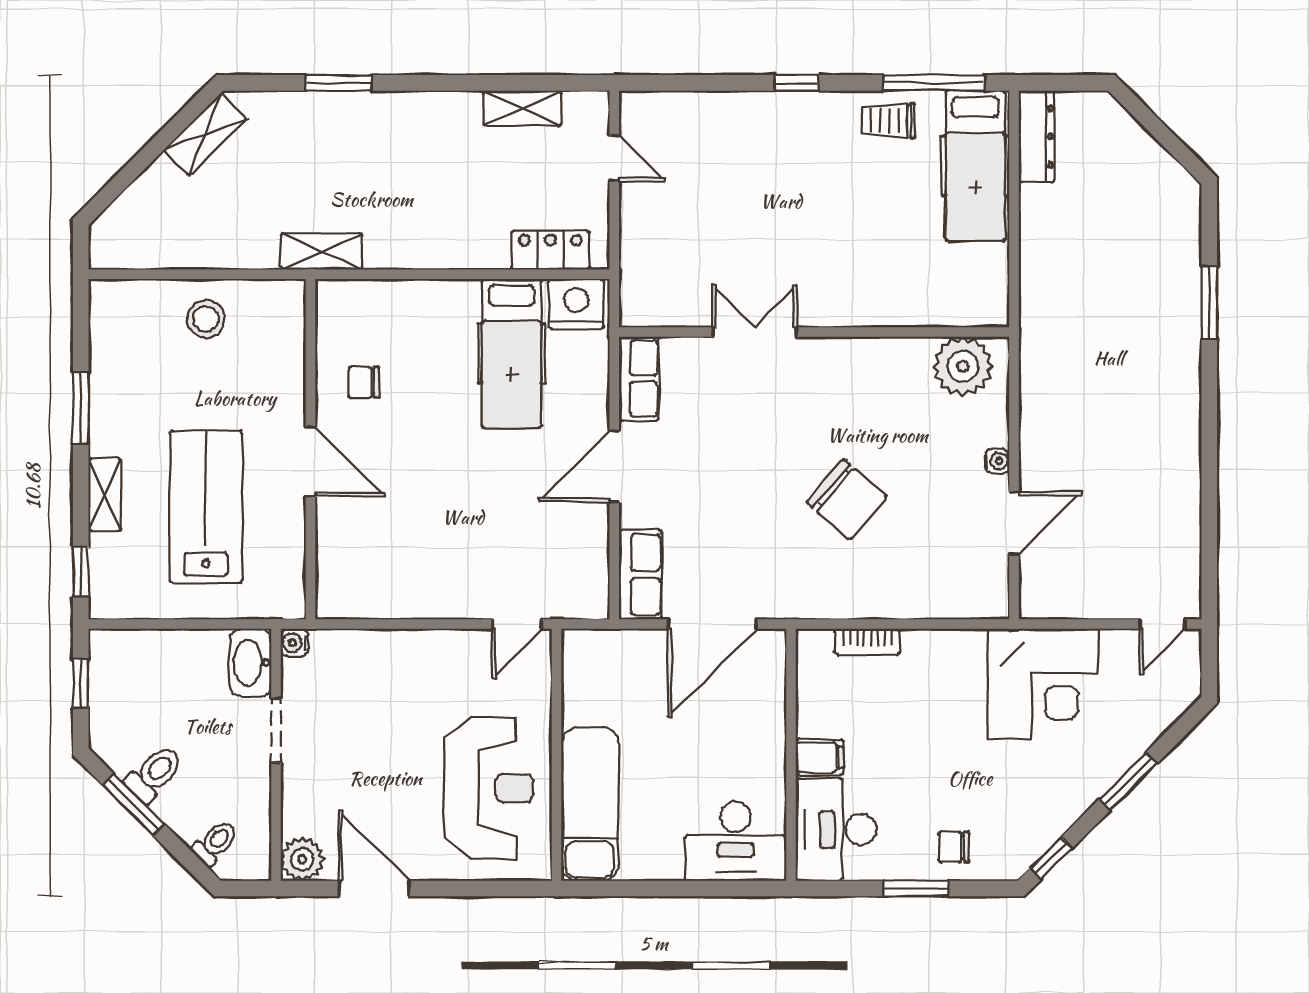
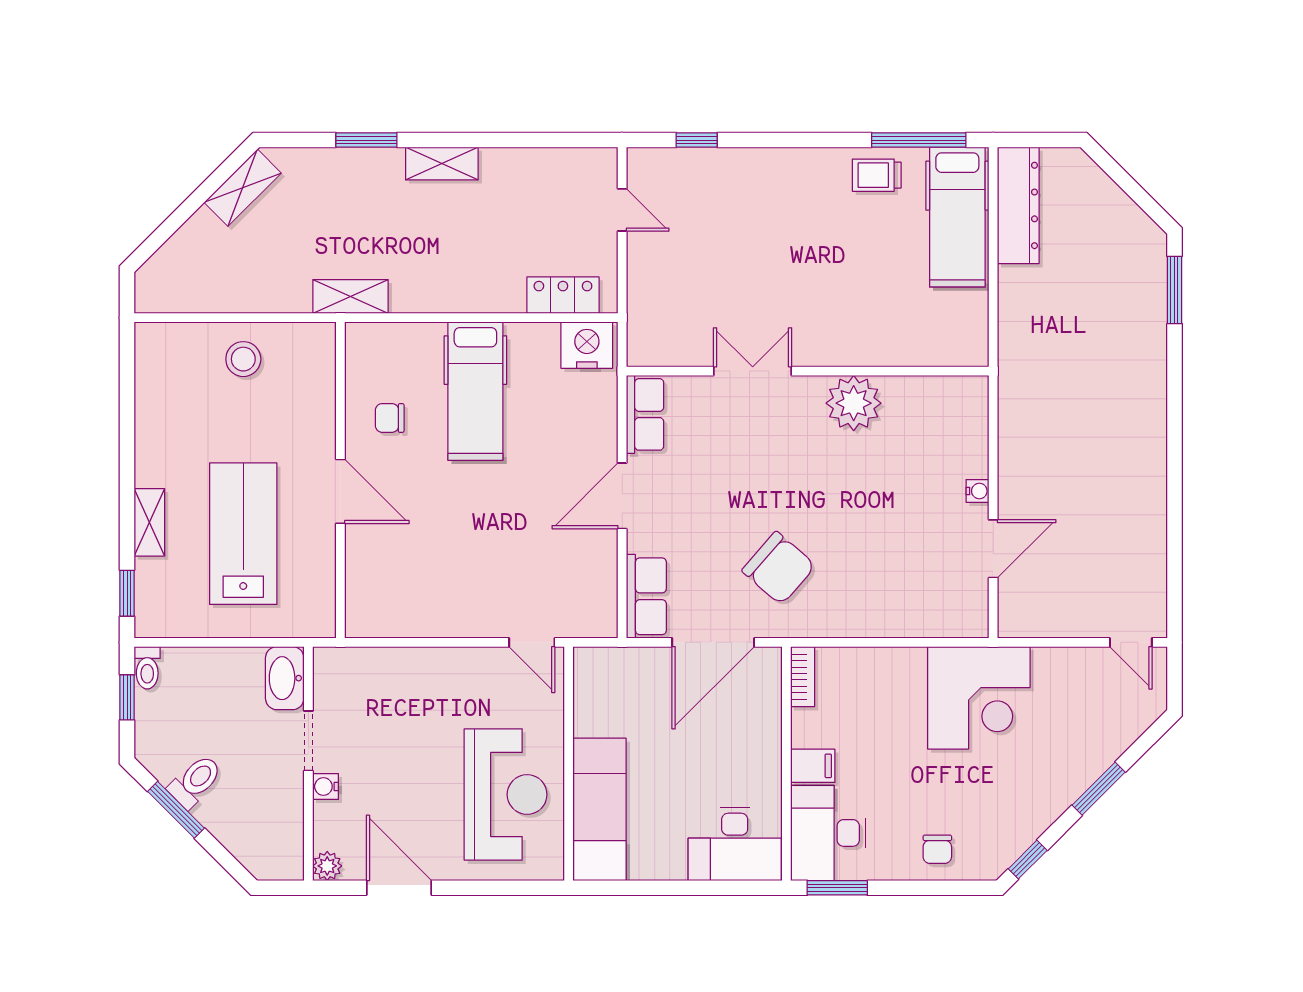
window: (796, 83) -> (697, 140), moved
shelving: (522, 108) -> (442, 164), moved
dresser: (1037, 137) -> (1018, 205), width x1.37, depth x1.24
window: (1209, 303) -> (1174, 290), moved
hospital bed: (512, 353) -> (475, 391), moved
plant: (963, 366) -> (854, 403), moved
window: (81, 408) -> (127, 441), removed
chair: (847, 500) -> (779, 568), moved
door: (517, 624) -> (532, 642), hinge flipped
door: (1162, 624) -> (1131, 642), hinge flipped
bookcase: (867, 642) -> (803, 677), moved, turned -90
water cooler: (295, 643) -> (325, 787), moved
corner desk: (1043, 684) -> (979, 698), moved
toilet: (215, 843) -> (147, 668), moved, turned 135
chair: (954, 847) -> (937, 849), turned -90
plant: (302, 859) -> (327, 866), width x0.73, depth x0.73
window: (916, 889) -> (837, 888), moved

